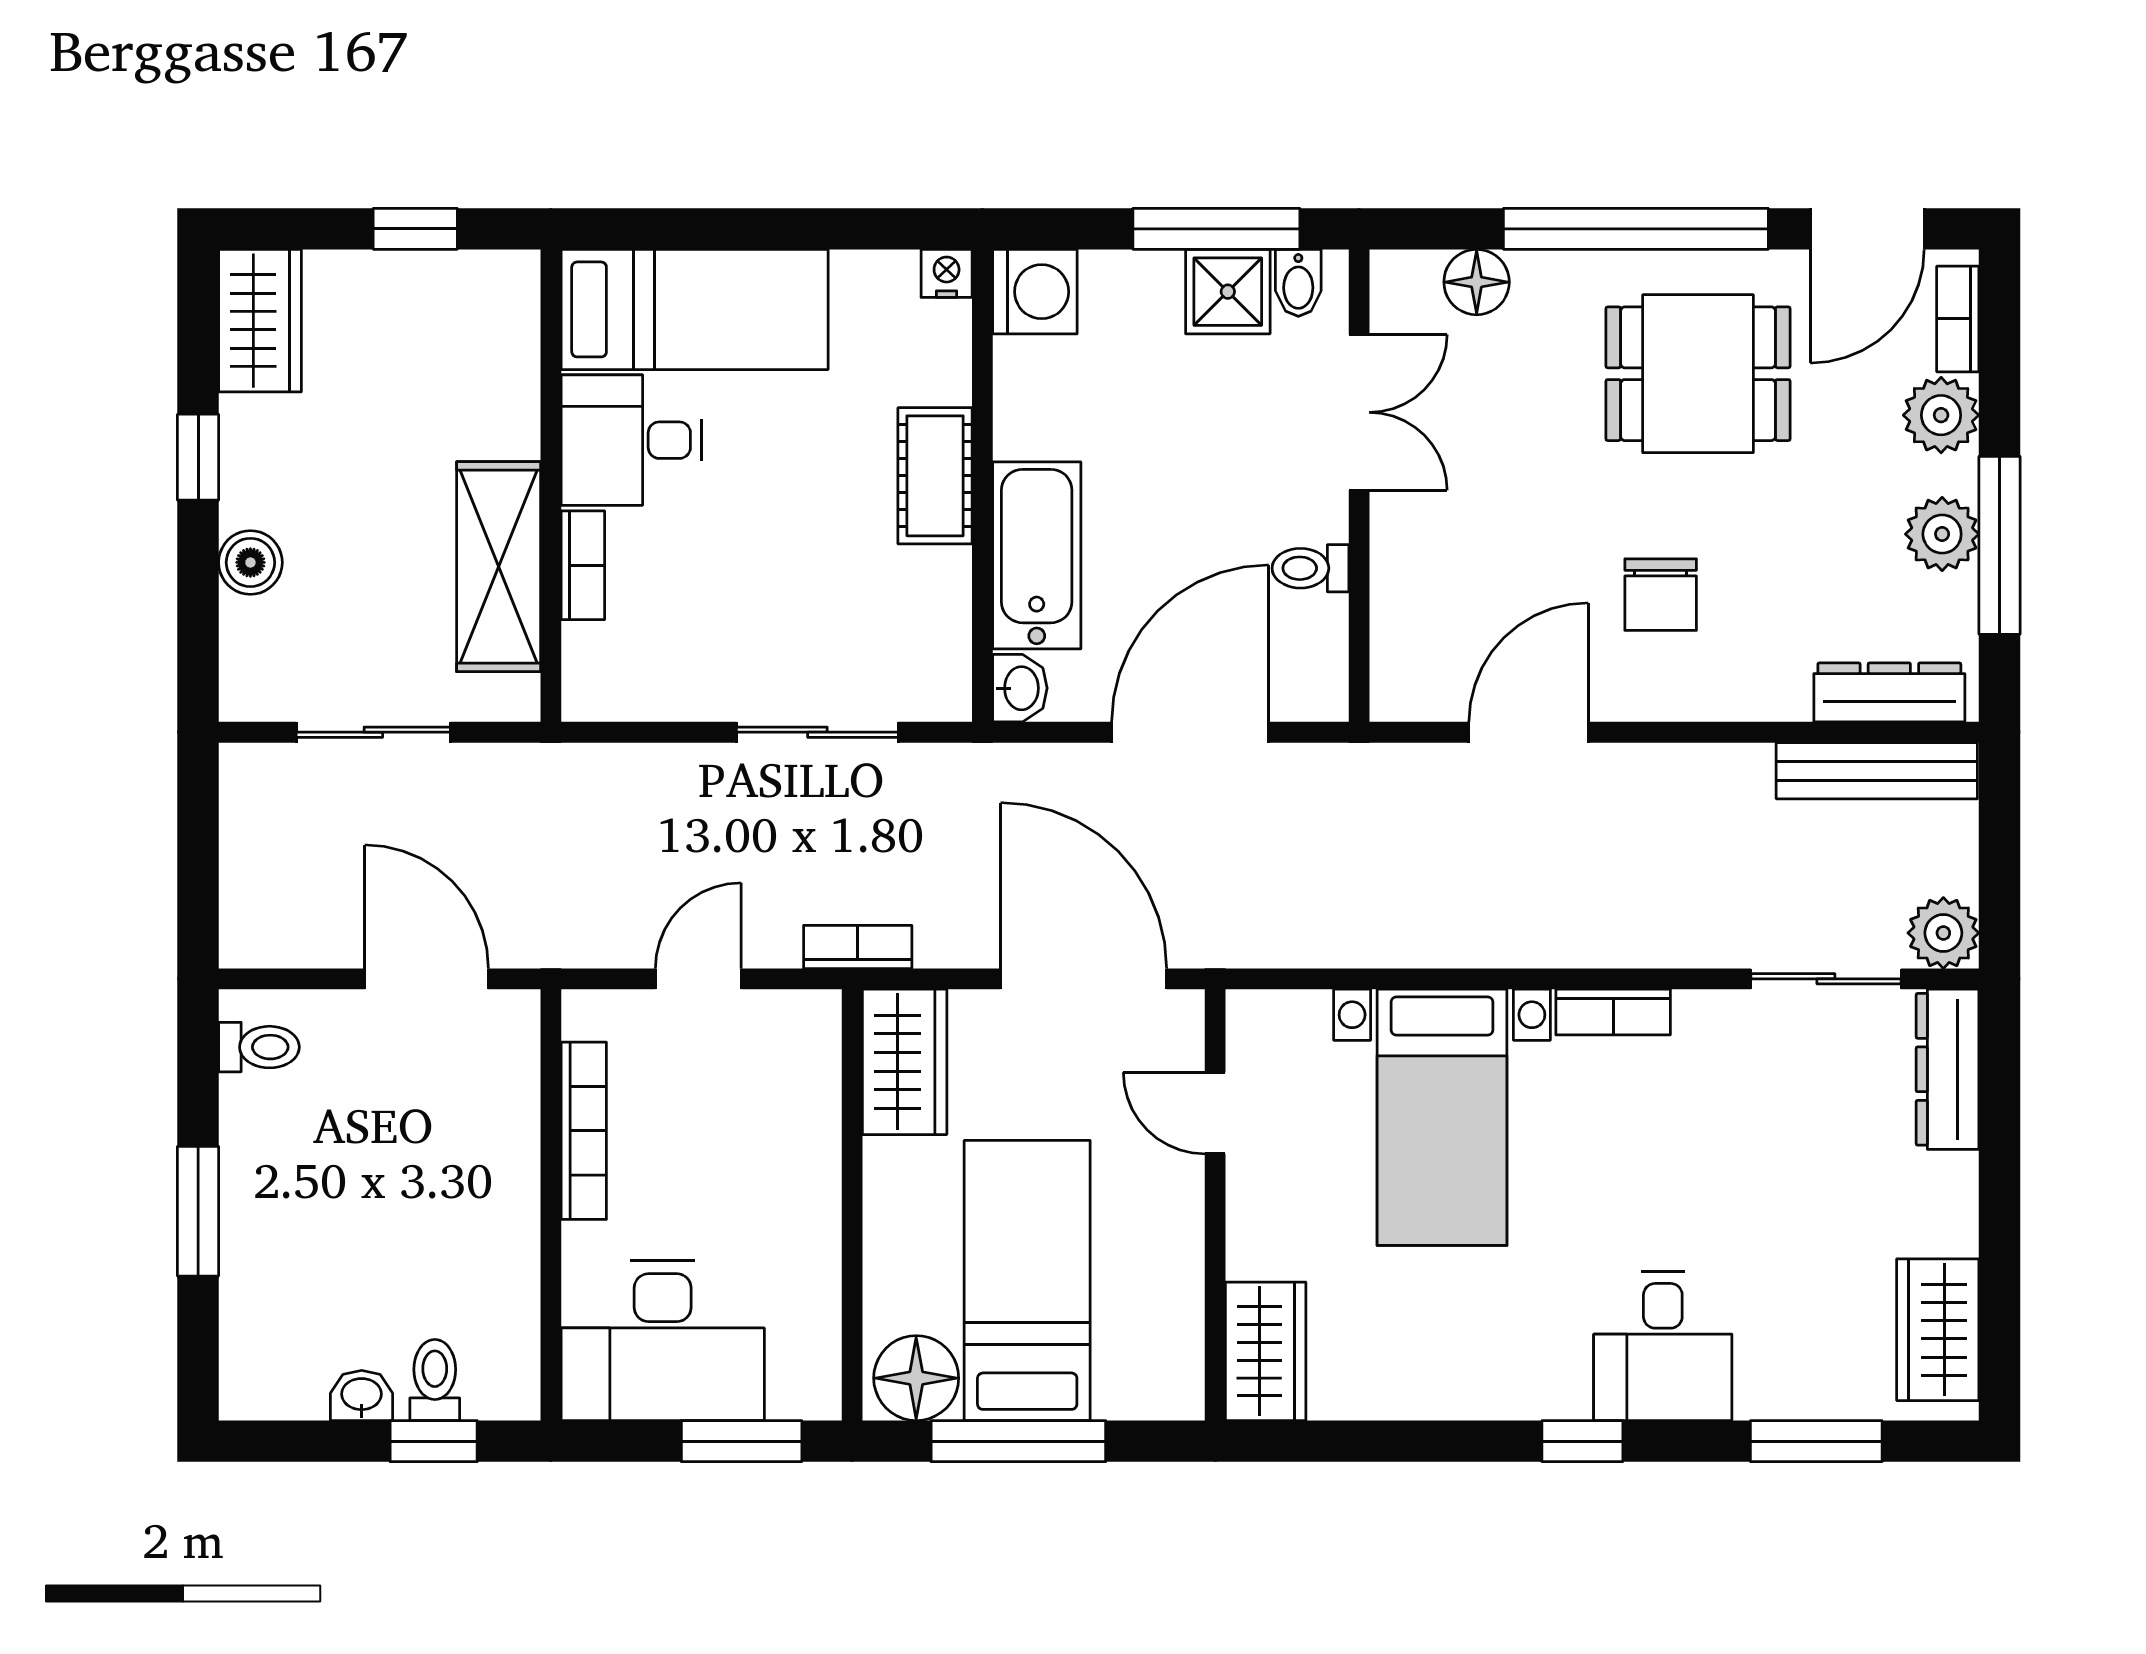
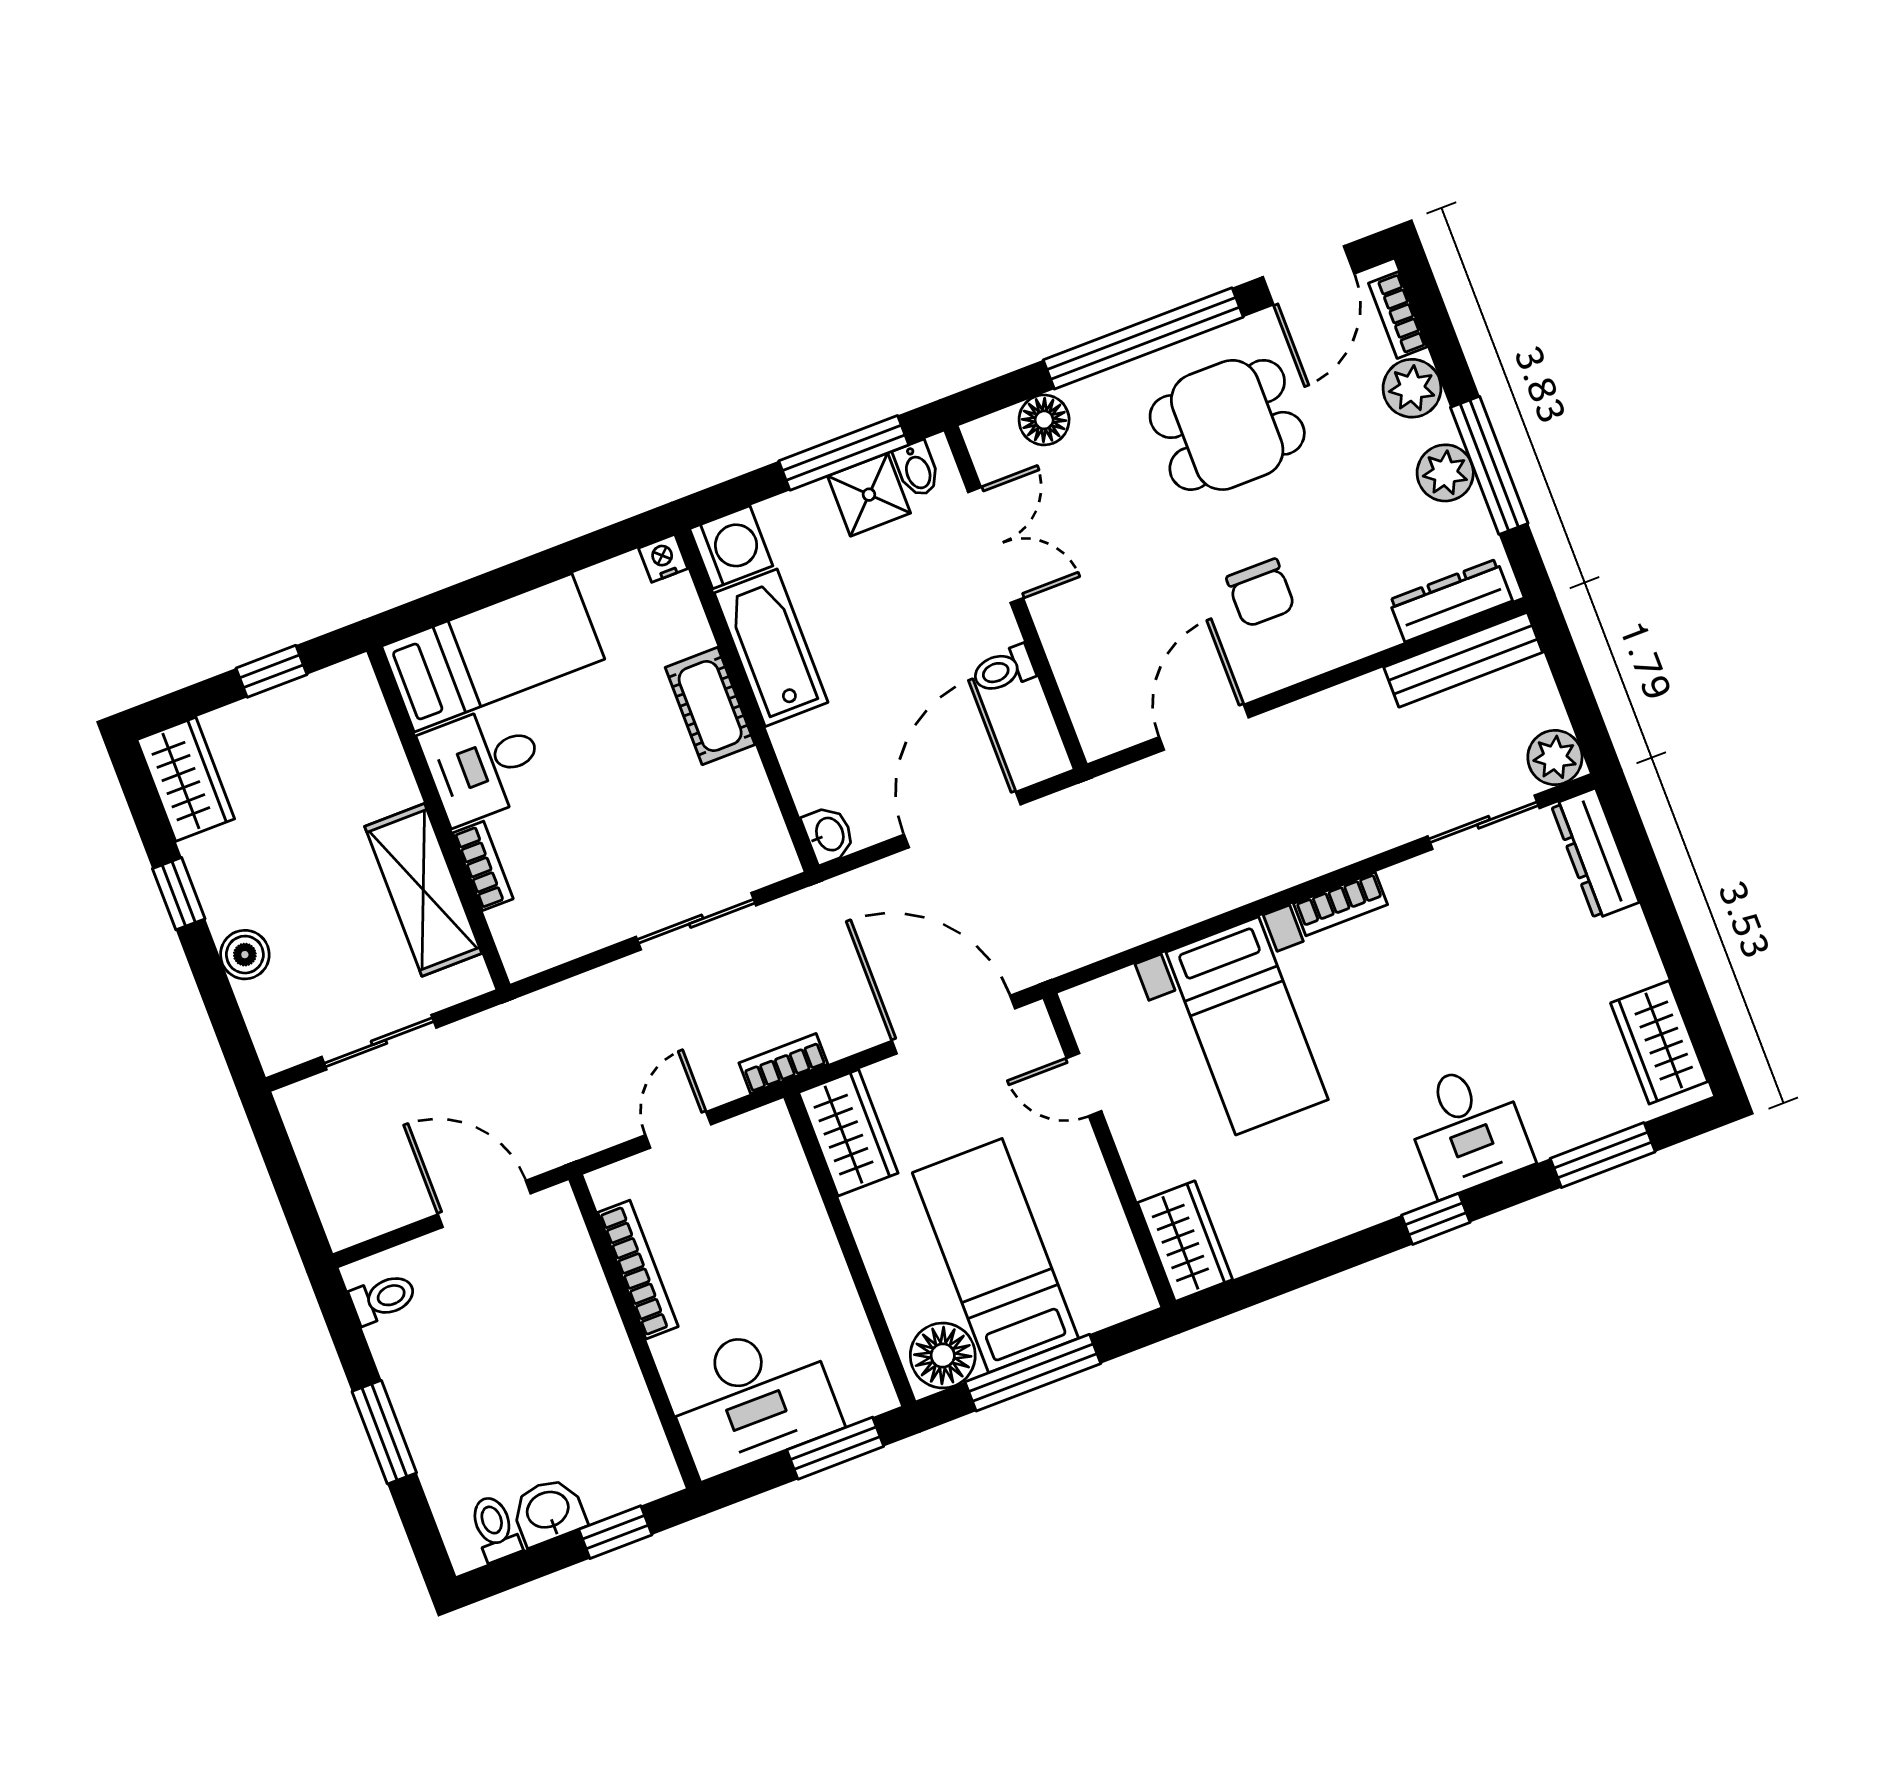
bathtub: (1037, 555) -> (771, 648), moved
toilet: (435, 1380) -> (495, 1528), moved
washbasin: (362, 1396) -> (548, 1511), width x1.38, depth x1.45

